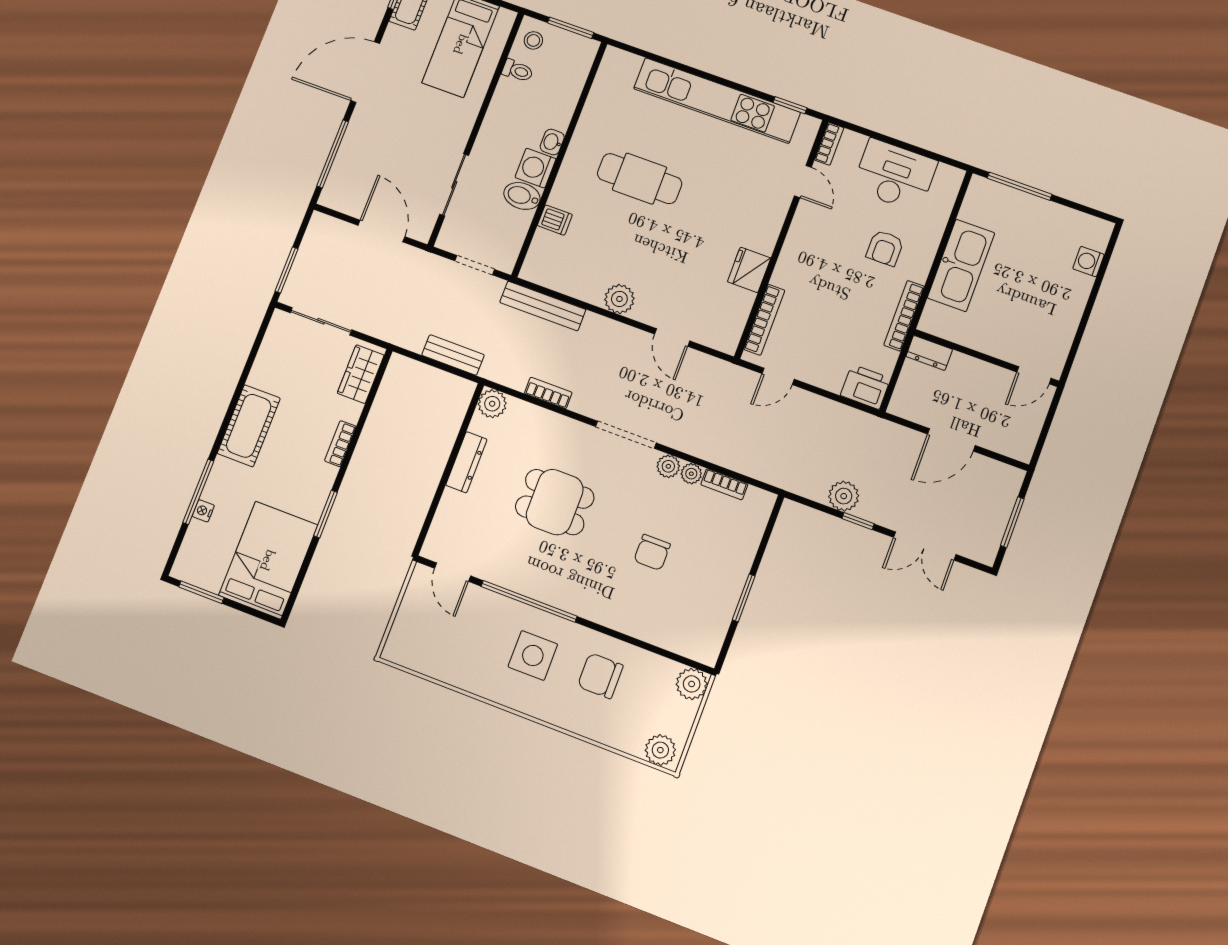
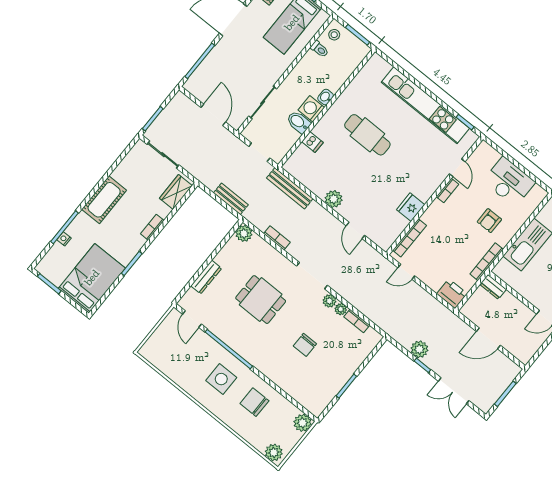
bookcase: (829, 144) -> (447, 191), moved
dresser: (466, 462) -> (206, 277), moved

